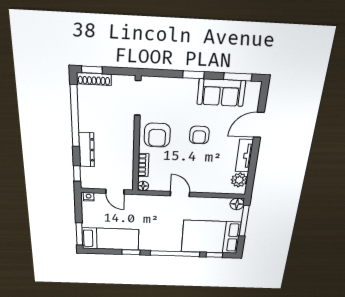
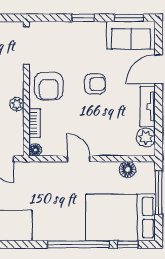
sofa: (221, 93) -> (131, 35), moved
armchair: (199, 135) -> (95, 84), turned -90
plant: (128, 149) -> (17, 104), added
floor lamp: (237, 204) -> (128, 169), moved
window: (131, 252) -> (23, 244), removed

